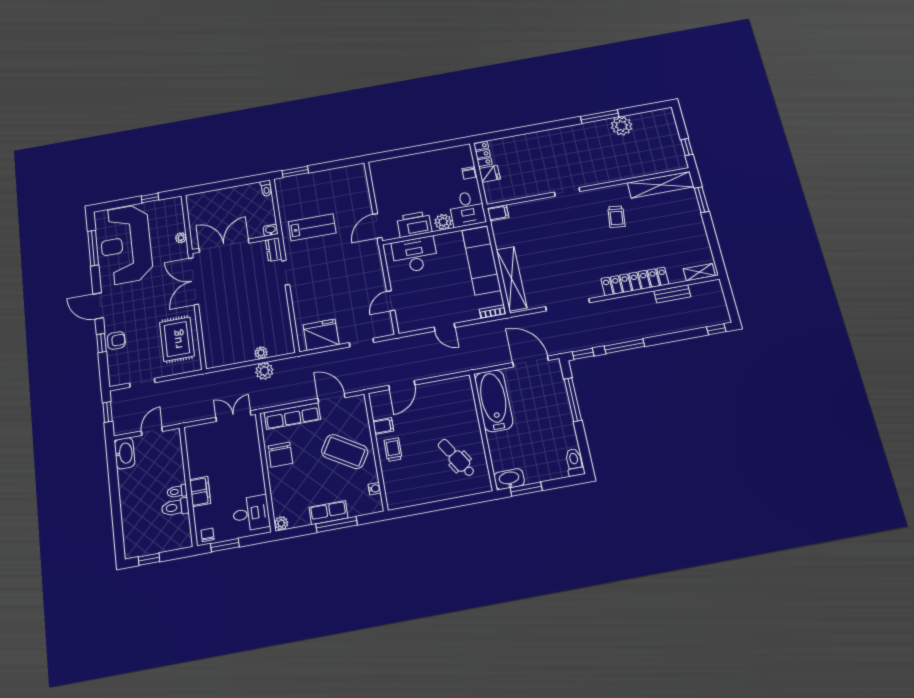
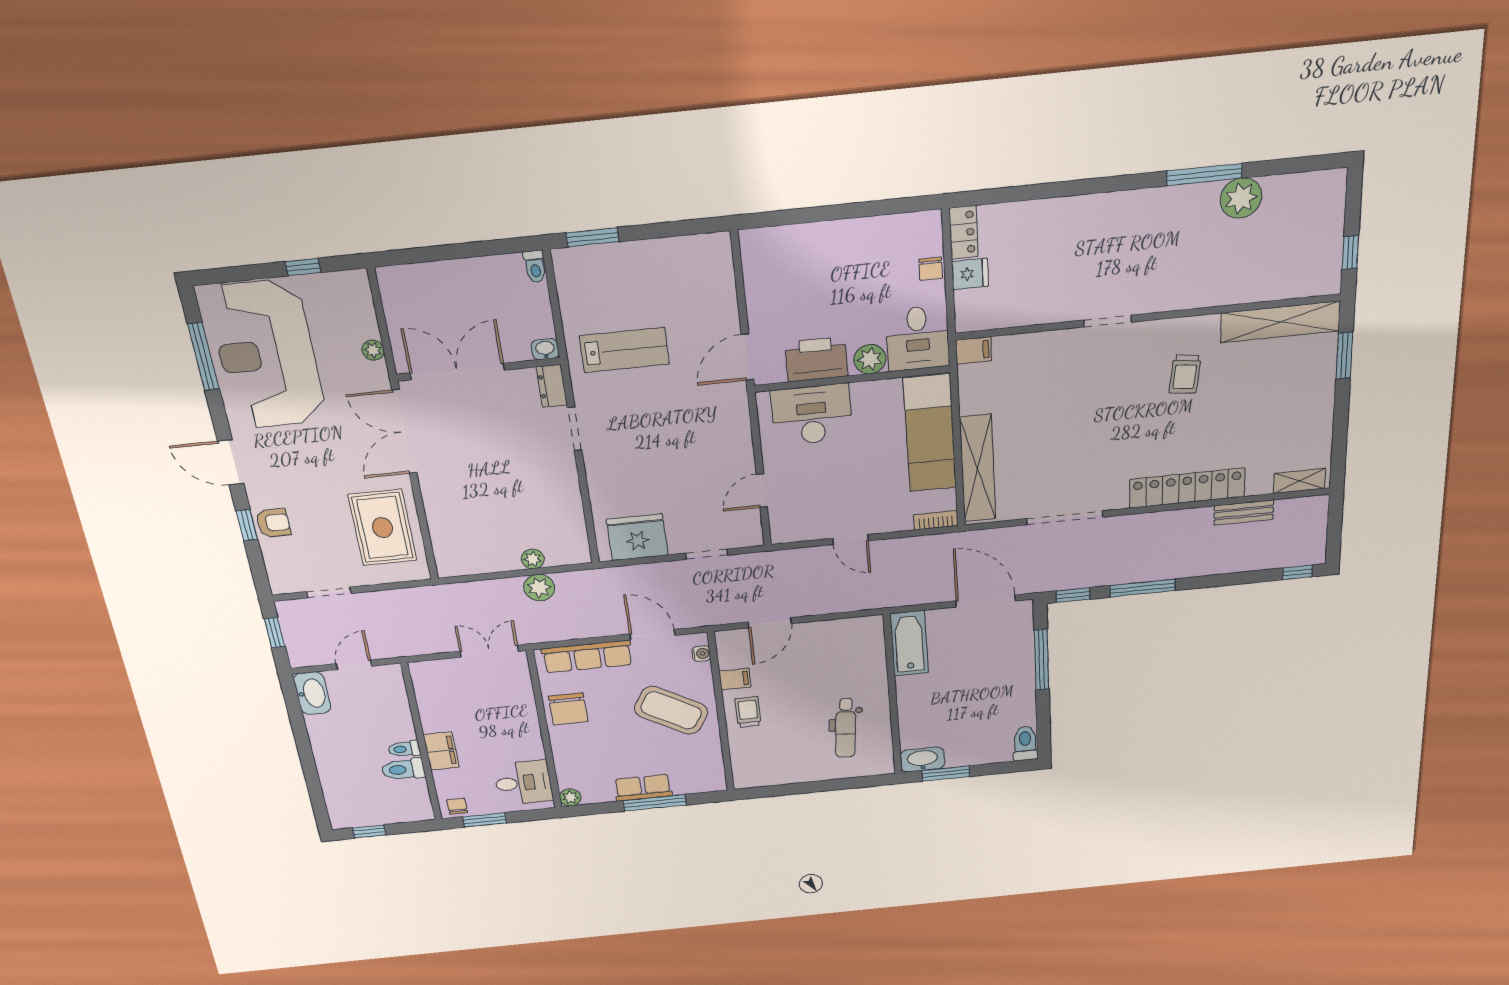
bathtub: (494, 401) -> (909, 643), width x0.73, depth x0.73
dental chair: (456, 458) -> (846, 728), turned -142
water cooler: (375, 489) -> (701, 654), moved

